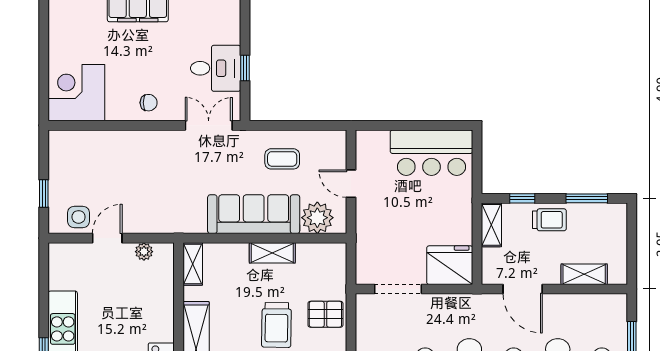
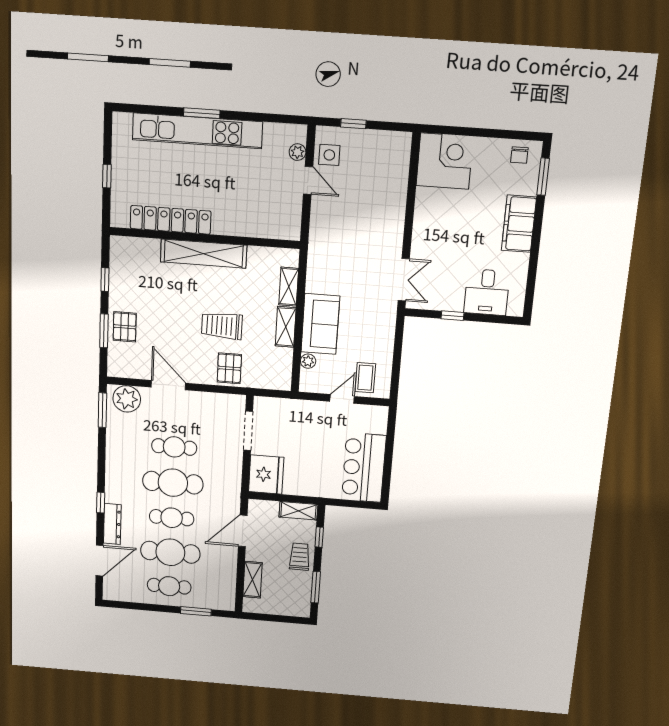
desk: (216, 68) -> (487, 292), moved
chair: (149, 103) -> (519, 155), moved
coffee table: (282, 159) -> (365, 378), moved
sofa: (254, 214) -> (320, 324), width x0.73
plant: (317, 218) -> (308, 361), width x0.53, depth x0.53
trolley: (549, 220) -> (300, 557), turned 180
plant: (144, 252) -> (298, 152), moved
shelving: (193, 264) -> (289, 287), moved, turned 90

